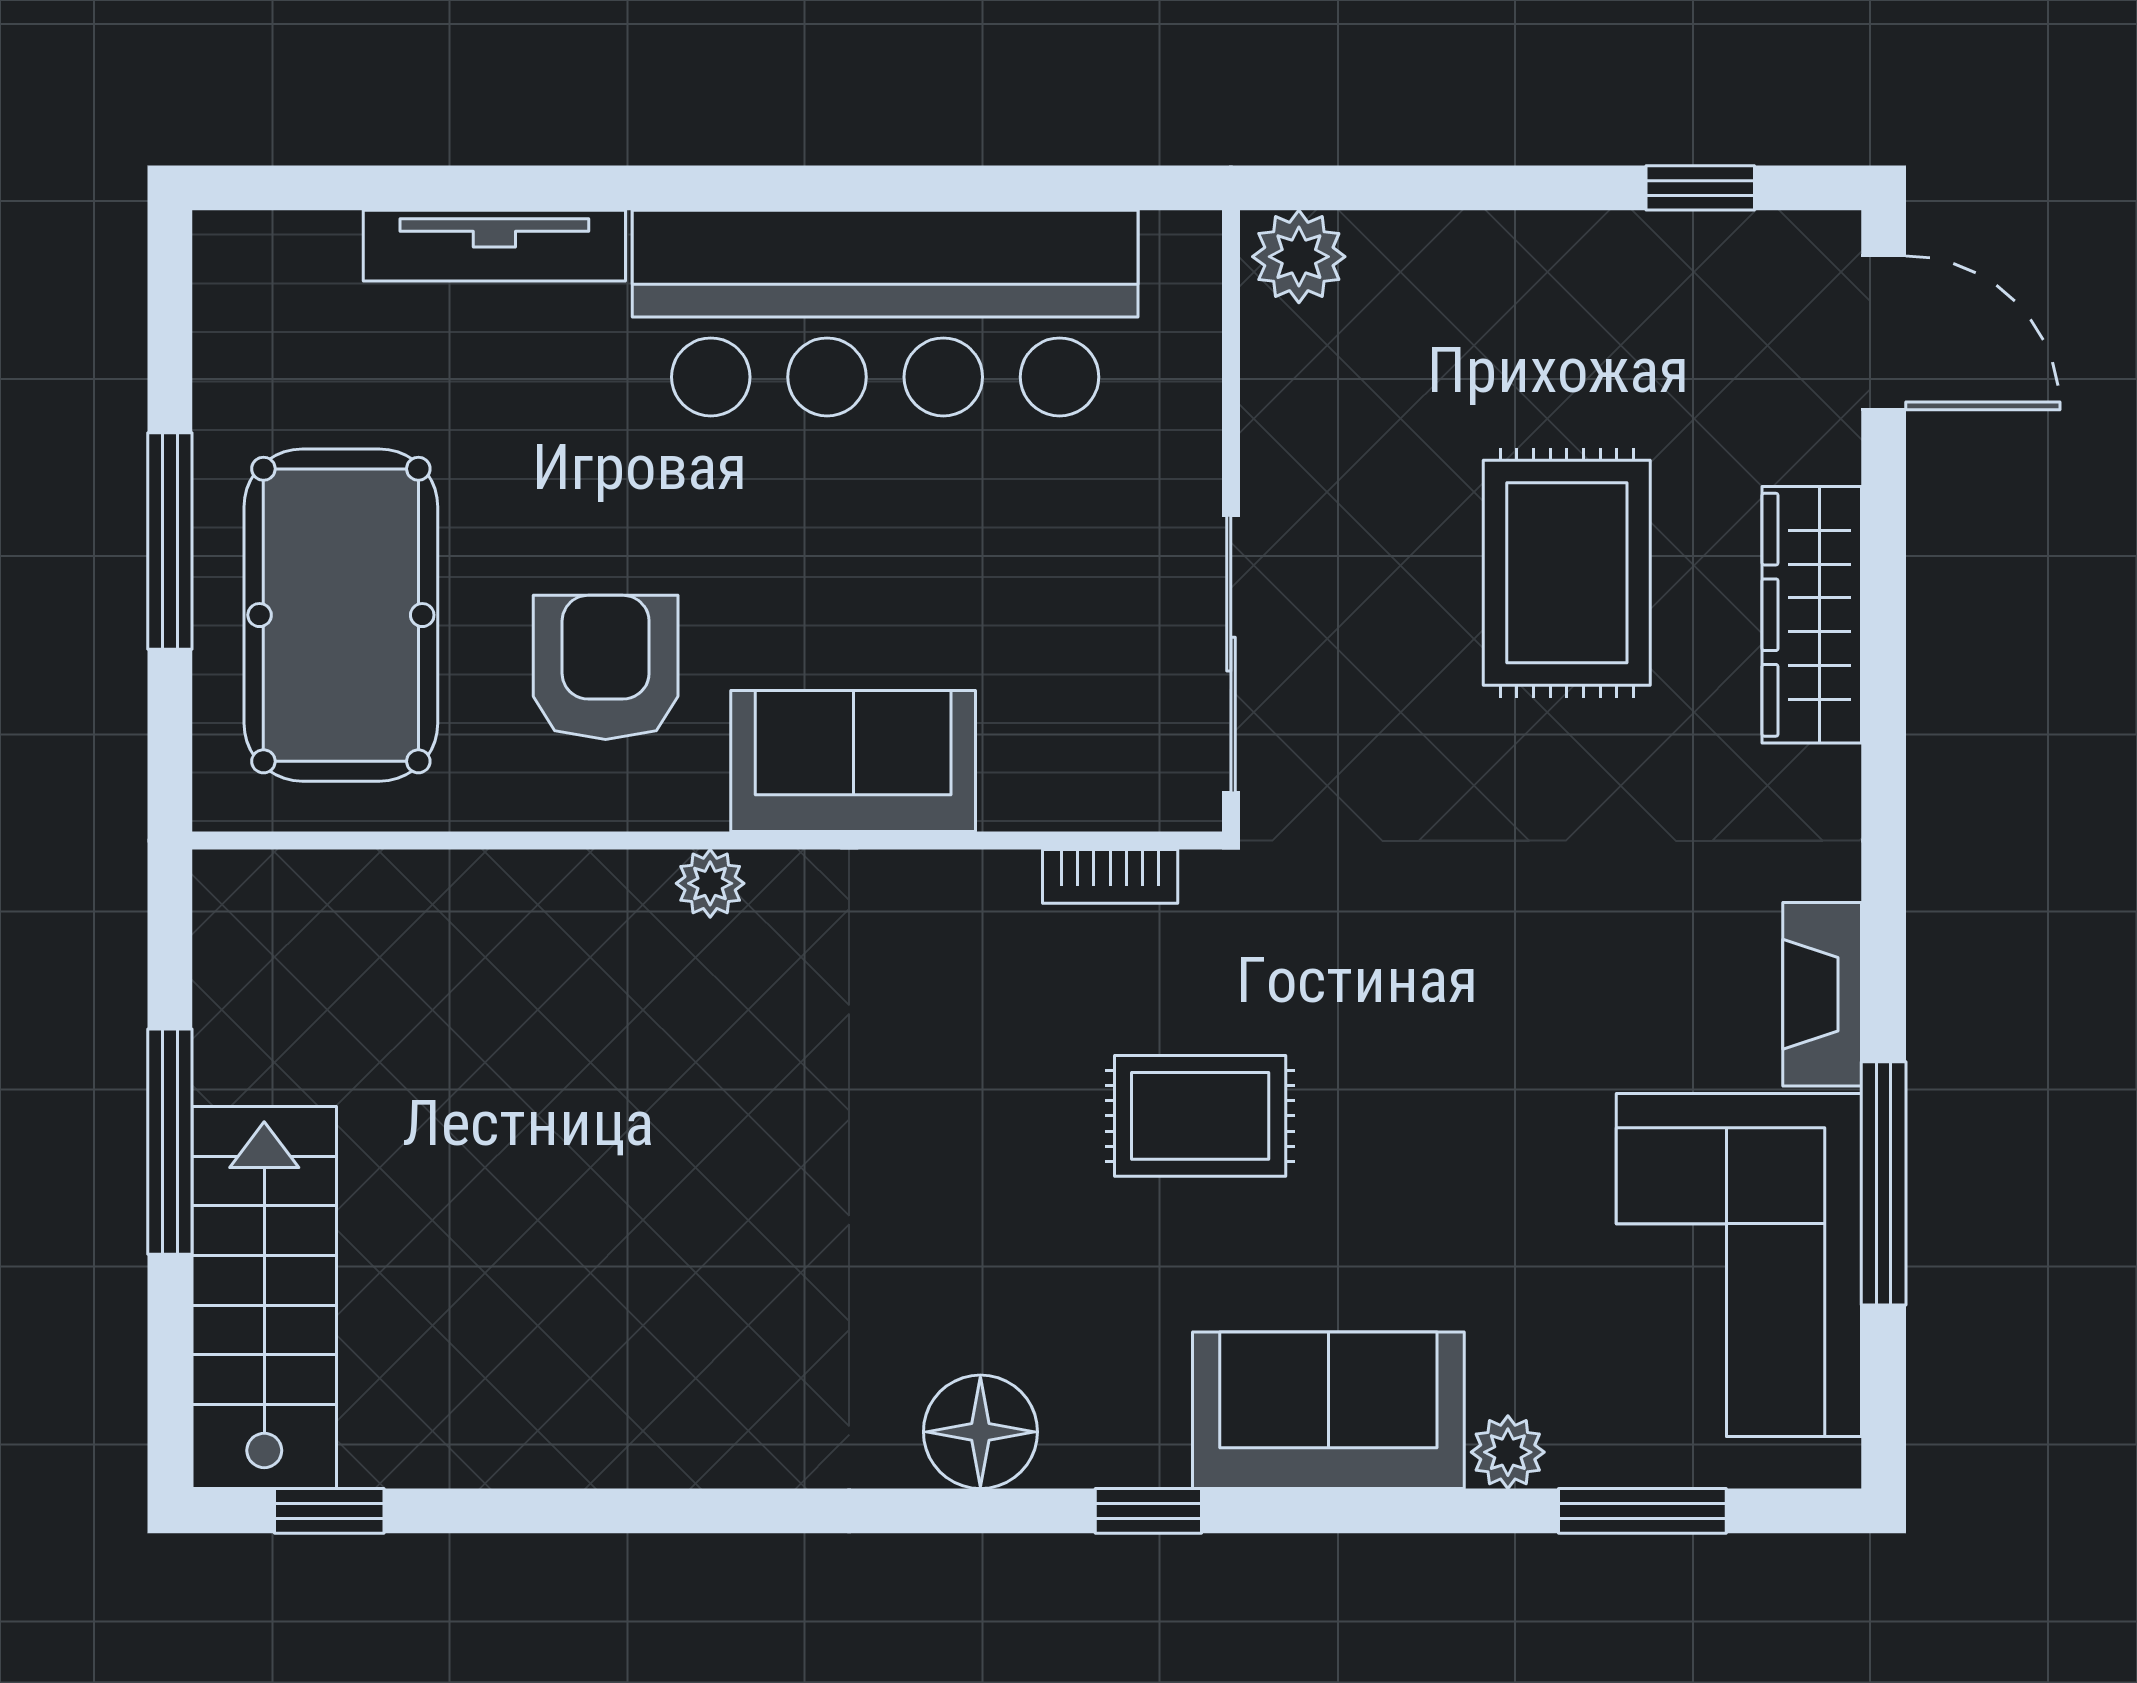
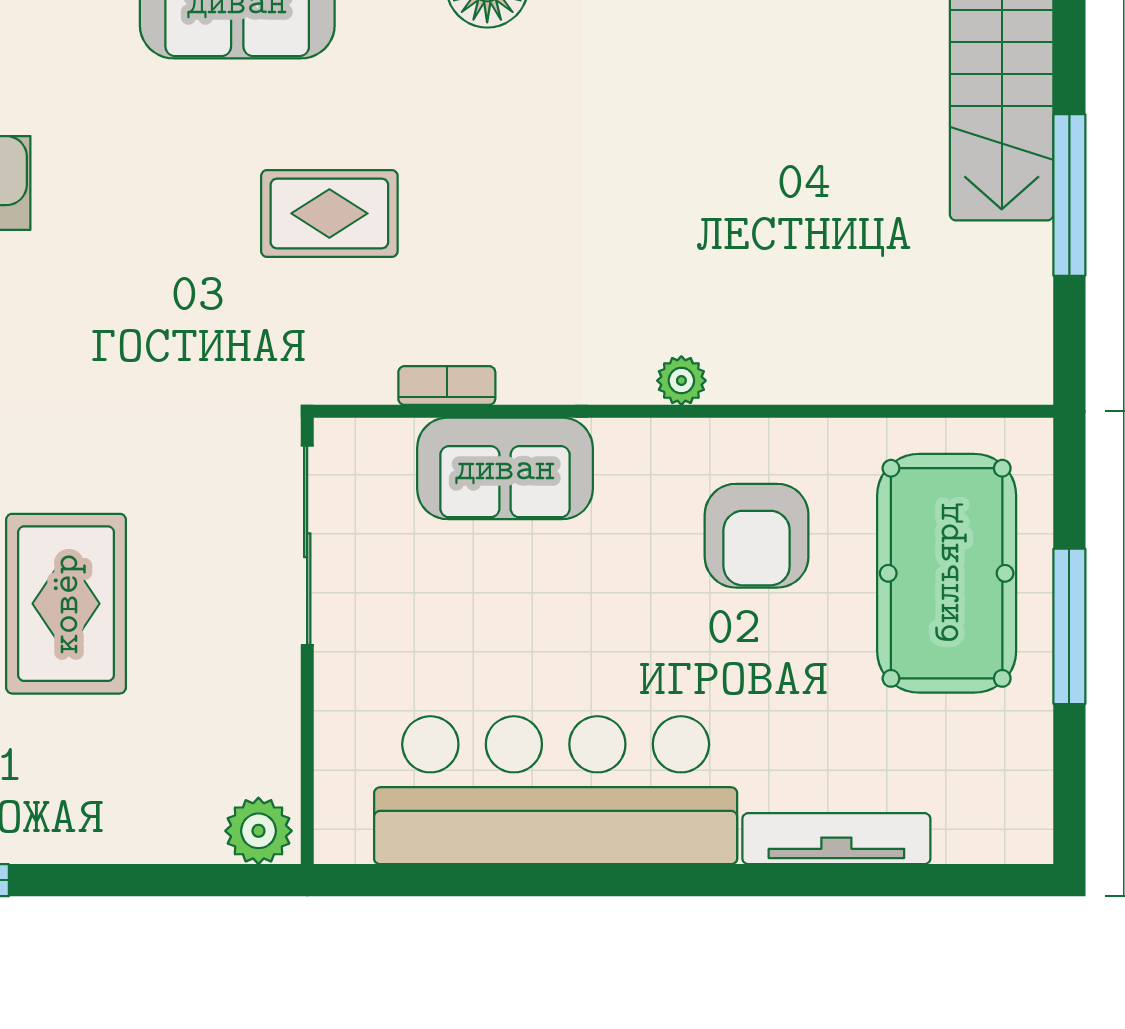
sofa: (853, 761) -> (505, 468), moved
bookcase: (1110, 876) -> (447, 386), moved

